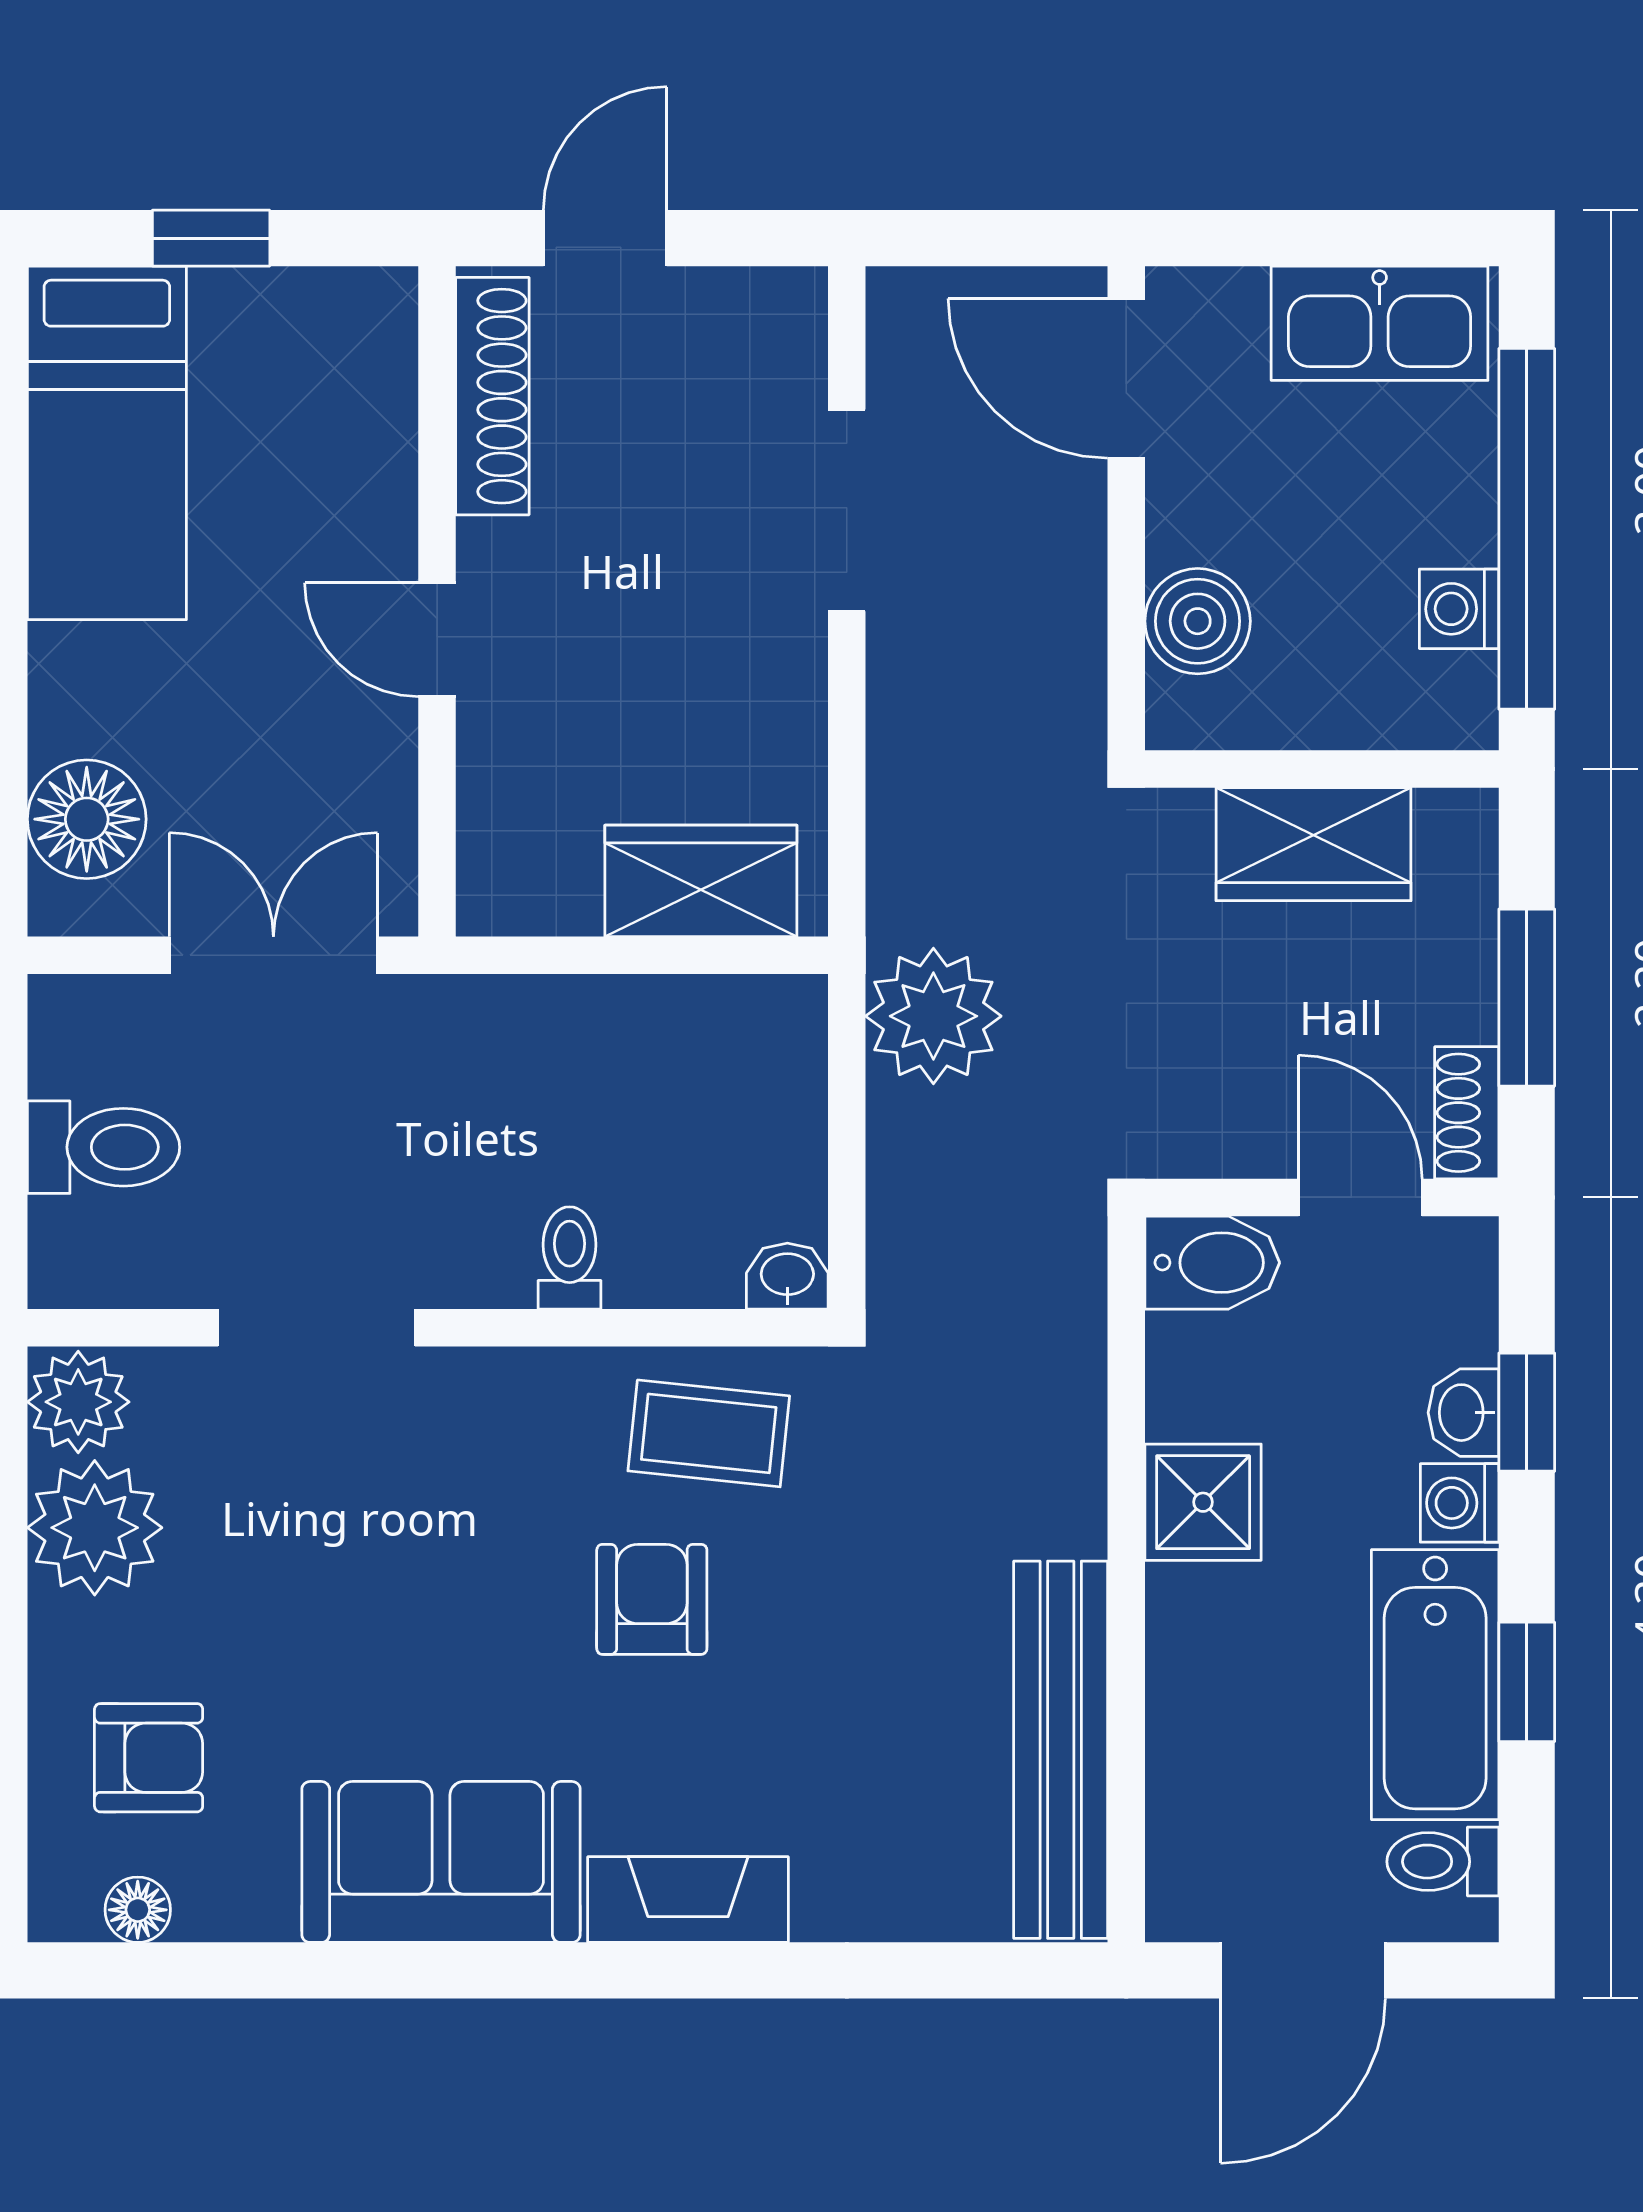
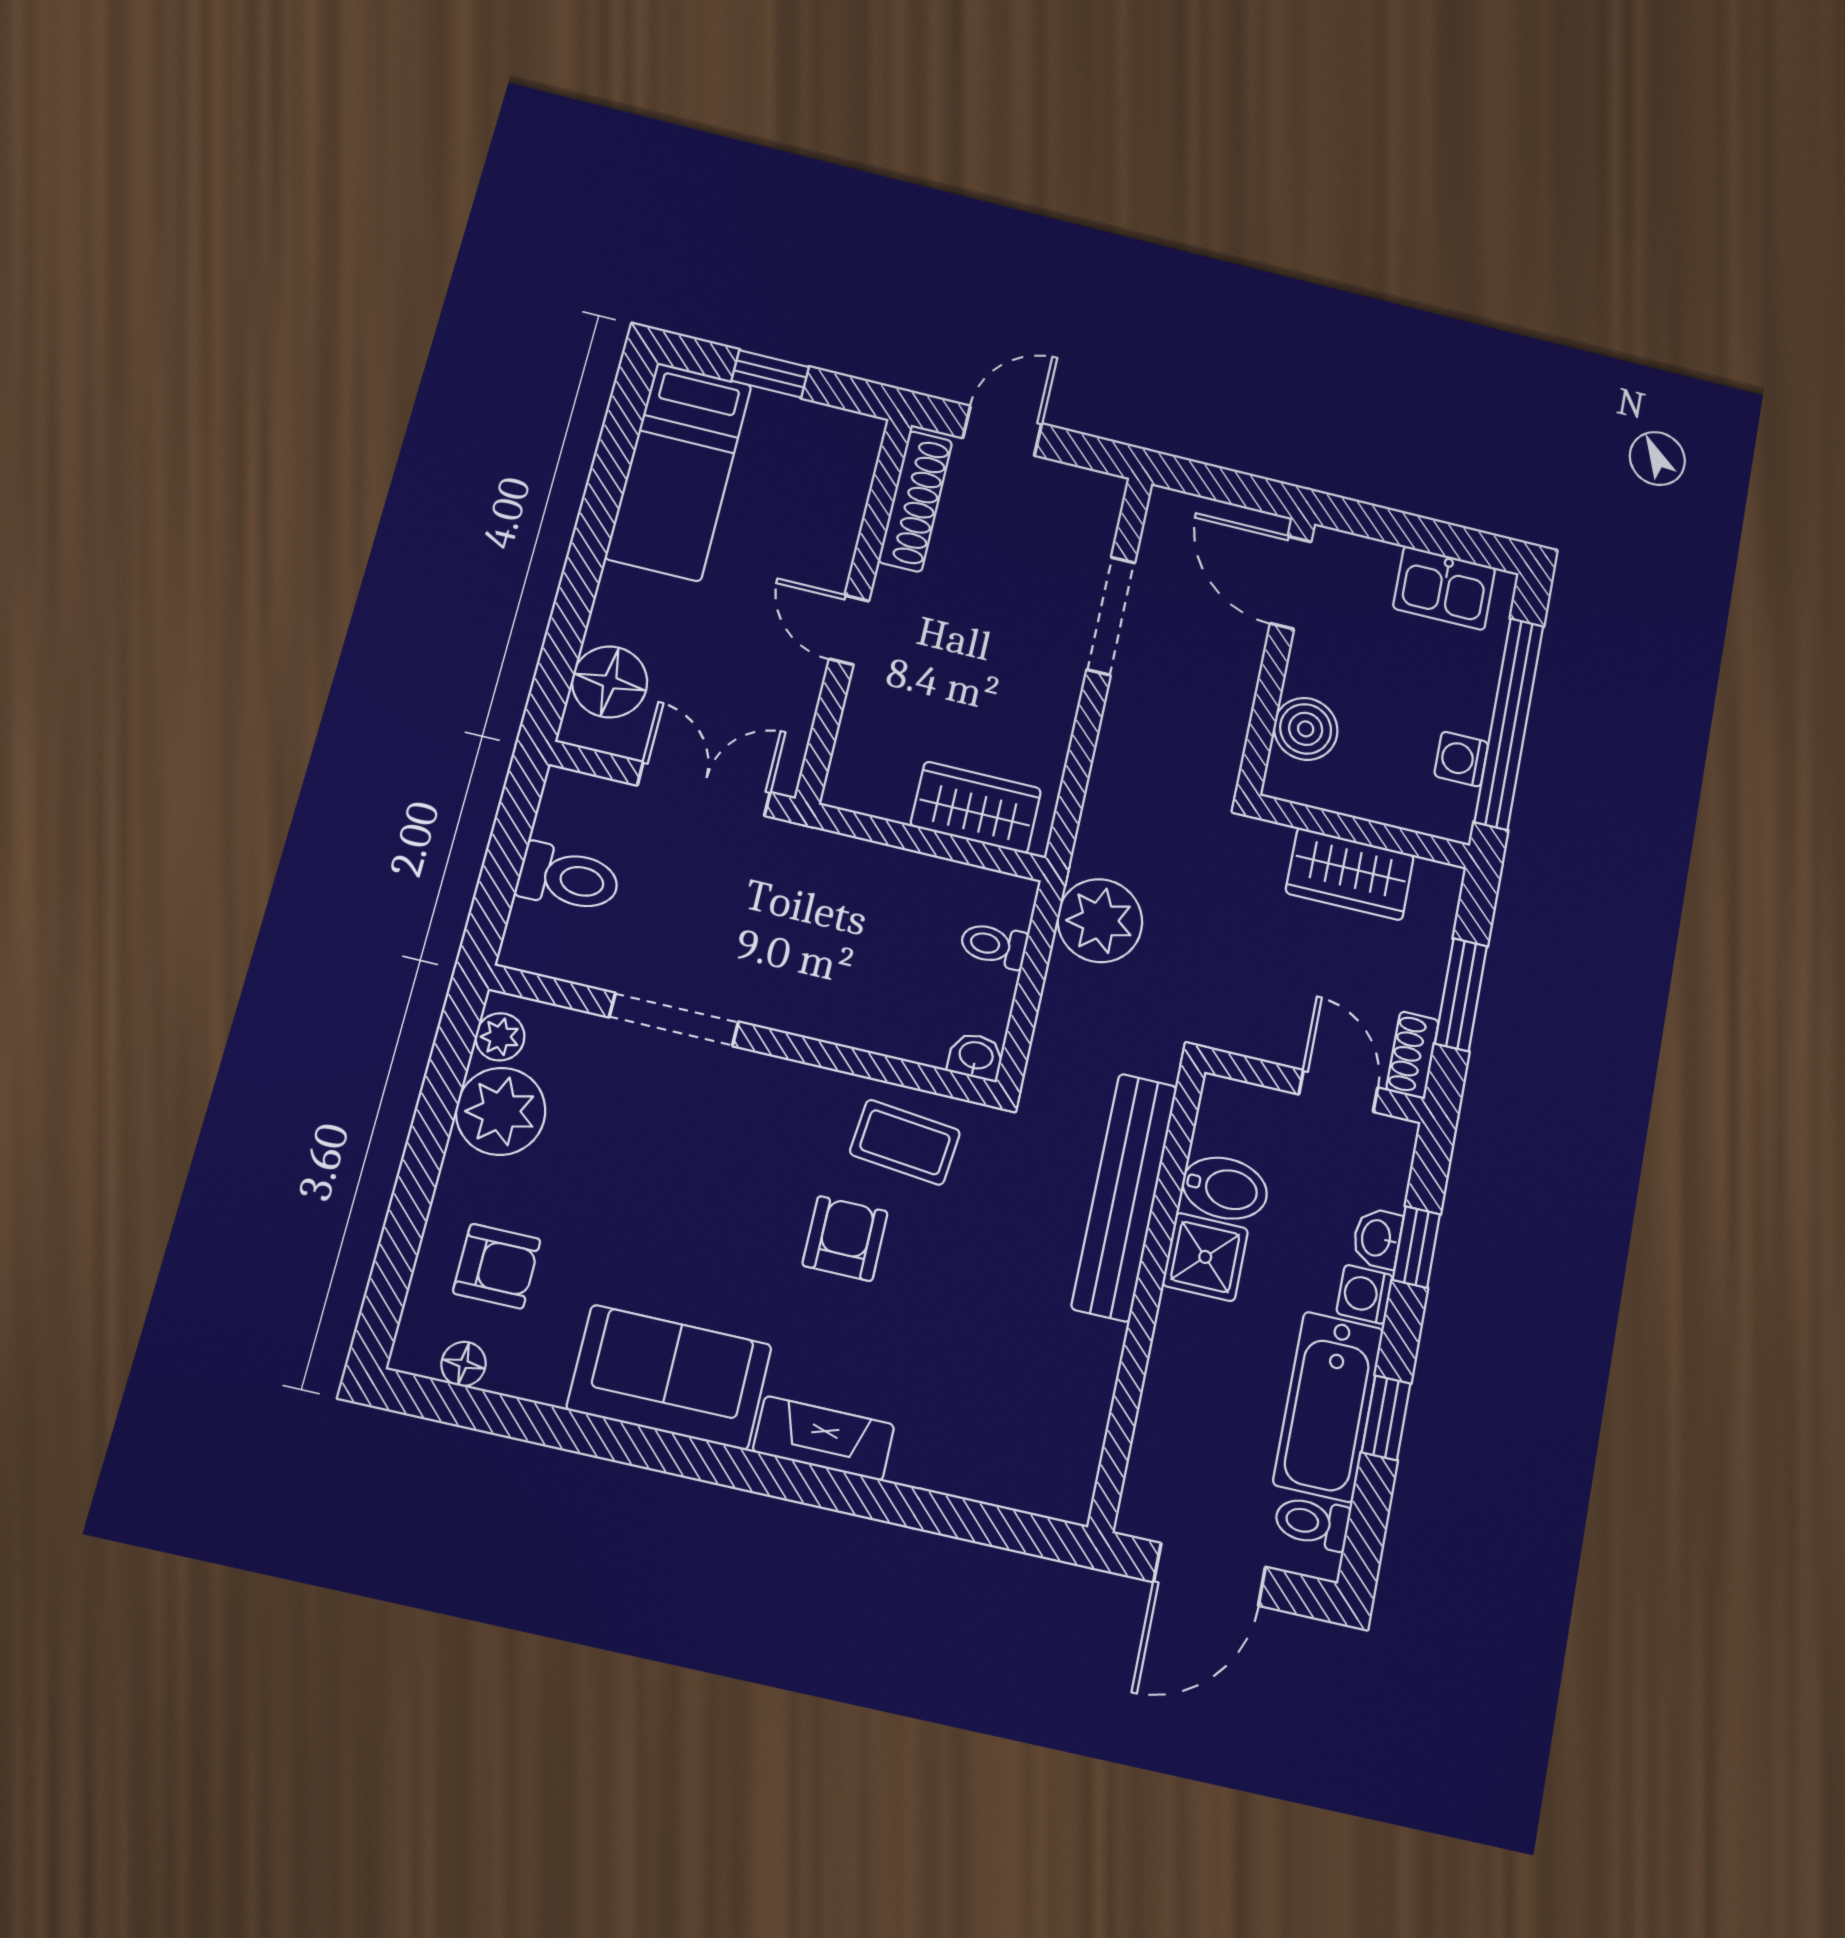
kitchen sink: (1380, 323) -> (1444, 588), width x0.73
toilet: (570, 1258) -> (994, 945), moved, turned -90
bidet: (1212, 1263) -> (1225, 1188), moved
plant: (78, 1402) -> (500, 1037), width x0.73, depth x0.73
bench: (1061, 1750) -> (1124, 1197), moved

